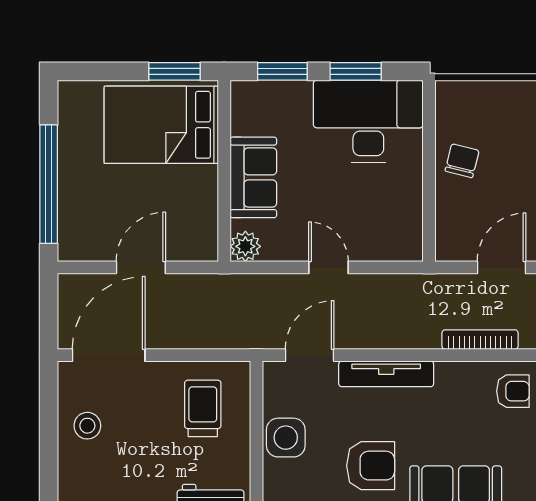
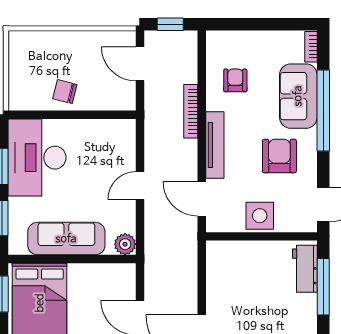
sofa: (253, 177) -> (66, 239), width x1.36
bookcase: (480, 340) -> (191, 111), moved
armchair: (513, 391) -> (235, 80), moved
trolley: (203, 408) -> (239, 274), removed

